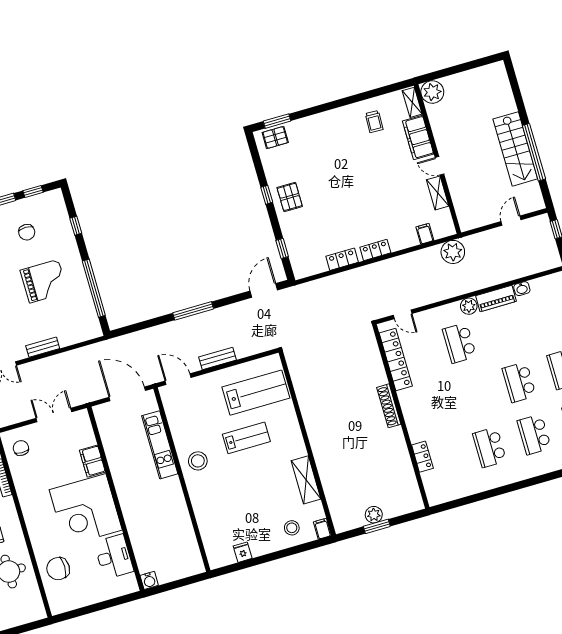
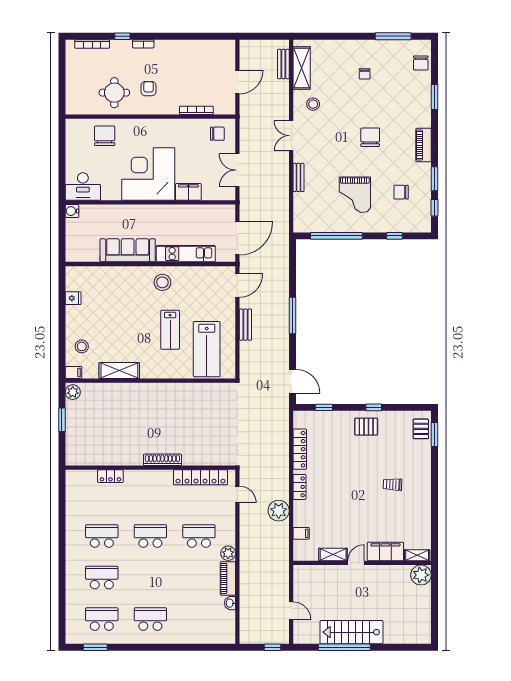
trolley: (374, 122) -> (392, 485), moved
plant: (453, 252) -> (279, 511), moved
locker: (342, 259) -> (300, 449), width x1.53
door: (403, 314) -> (237, 494), swing flipped
school desk: (519, 382) -> (150, 536), moved
double door: (54, 415) -> (237, 170), swing flipped
sofa: (174, 508) -> (128, 250), added
plant: (374, 515) -> (73, 392), moved
desk: (114, 557) -> (83, 187), moved

